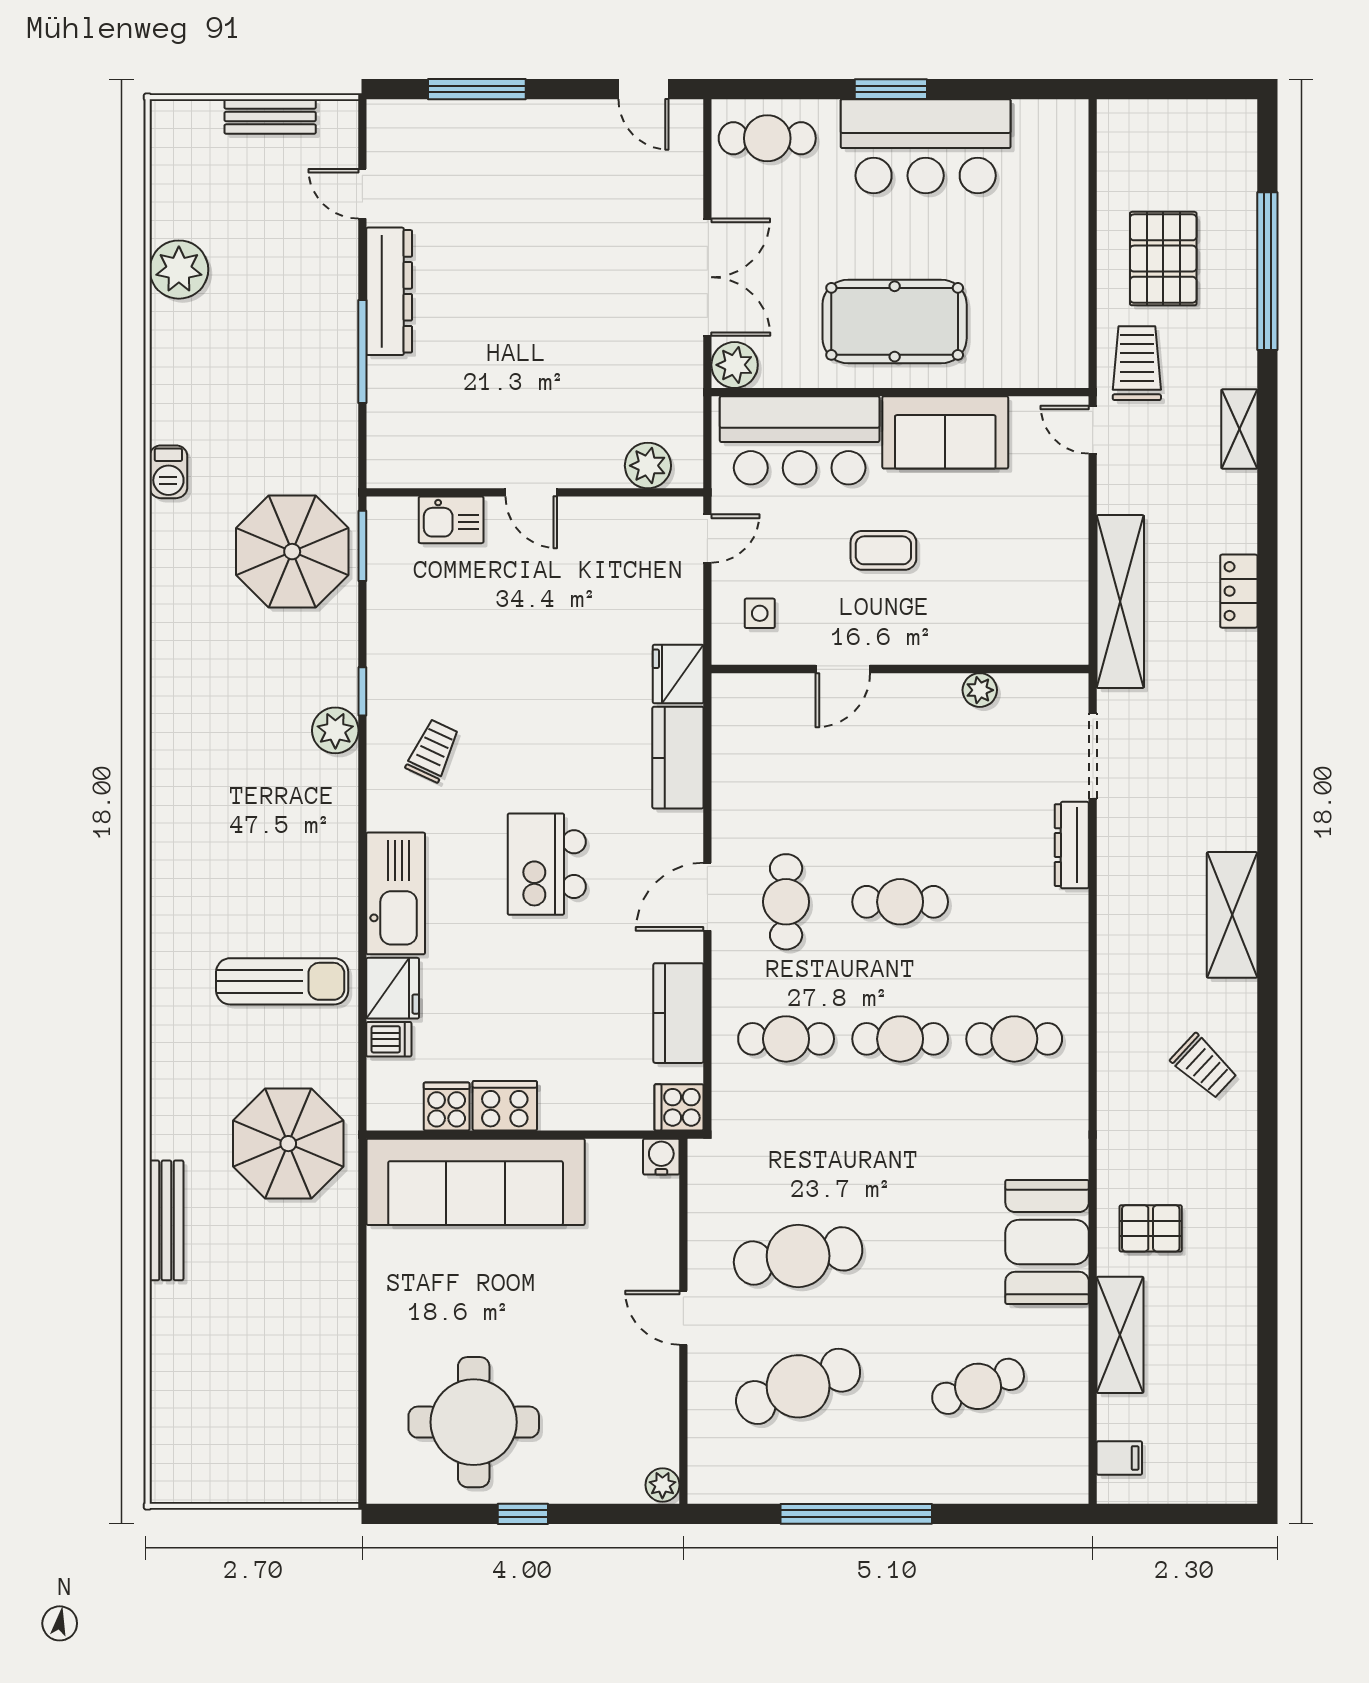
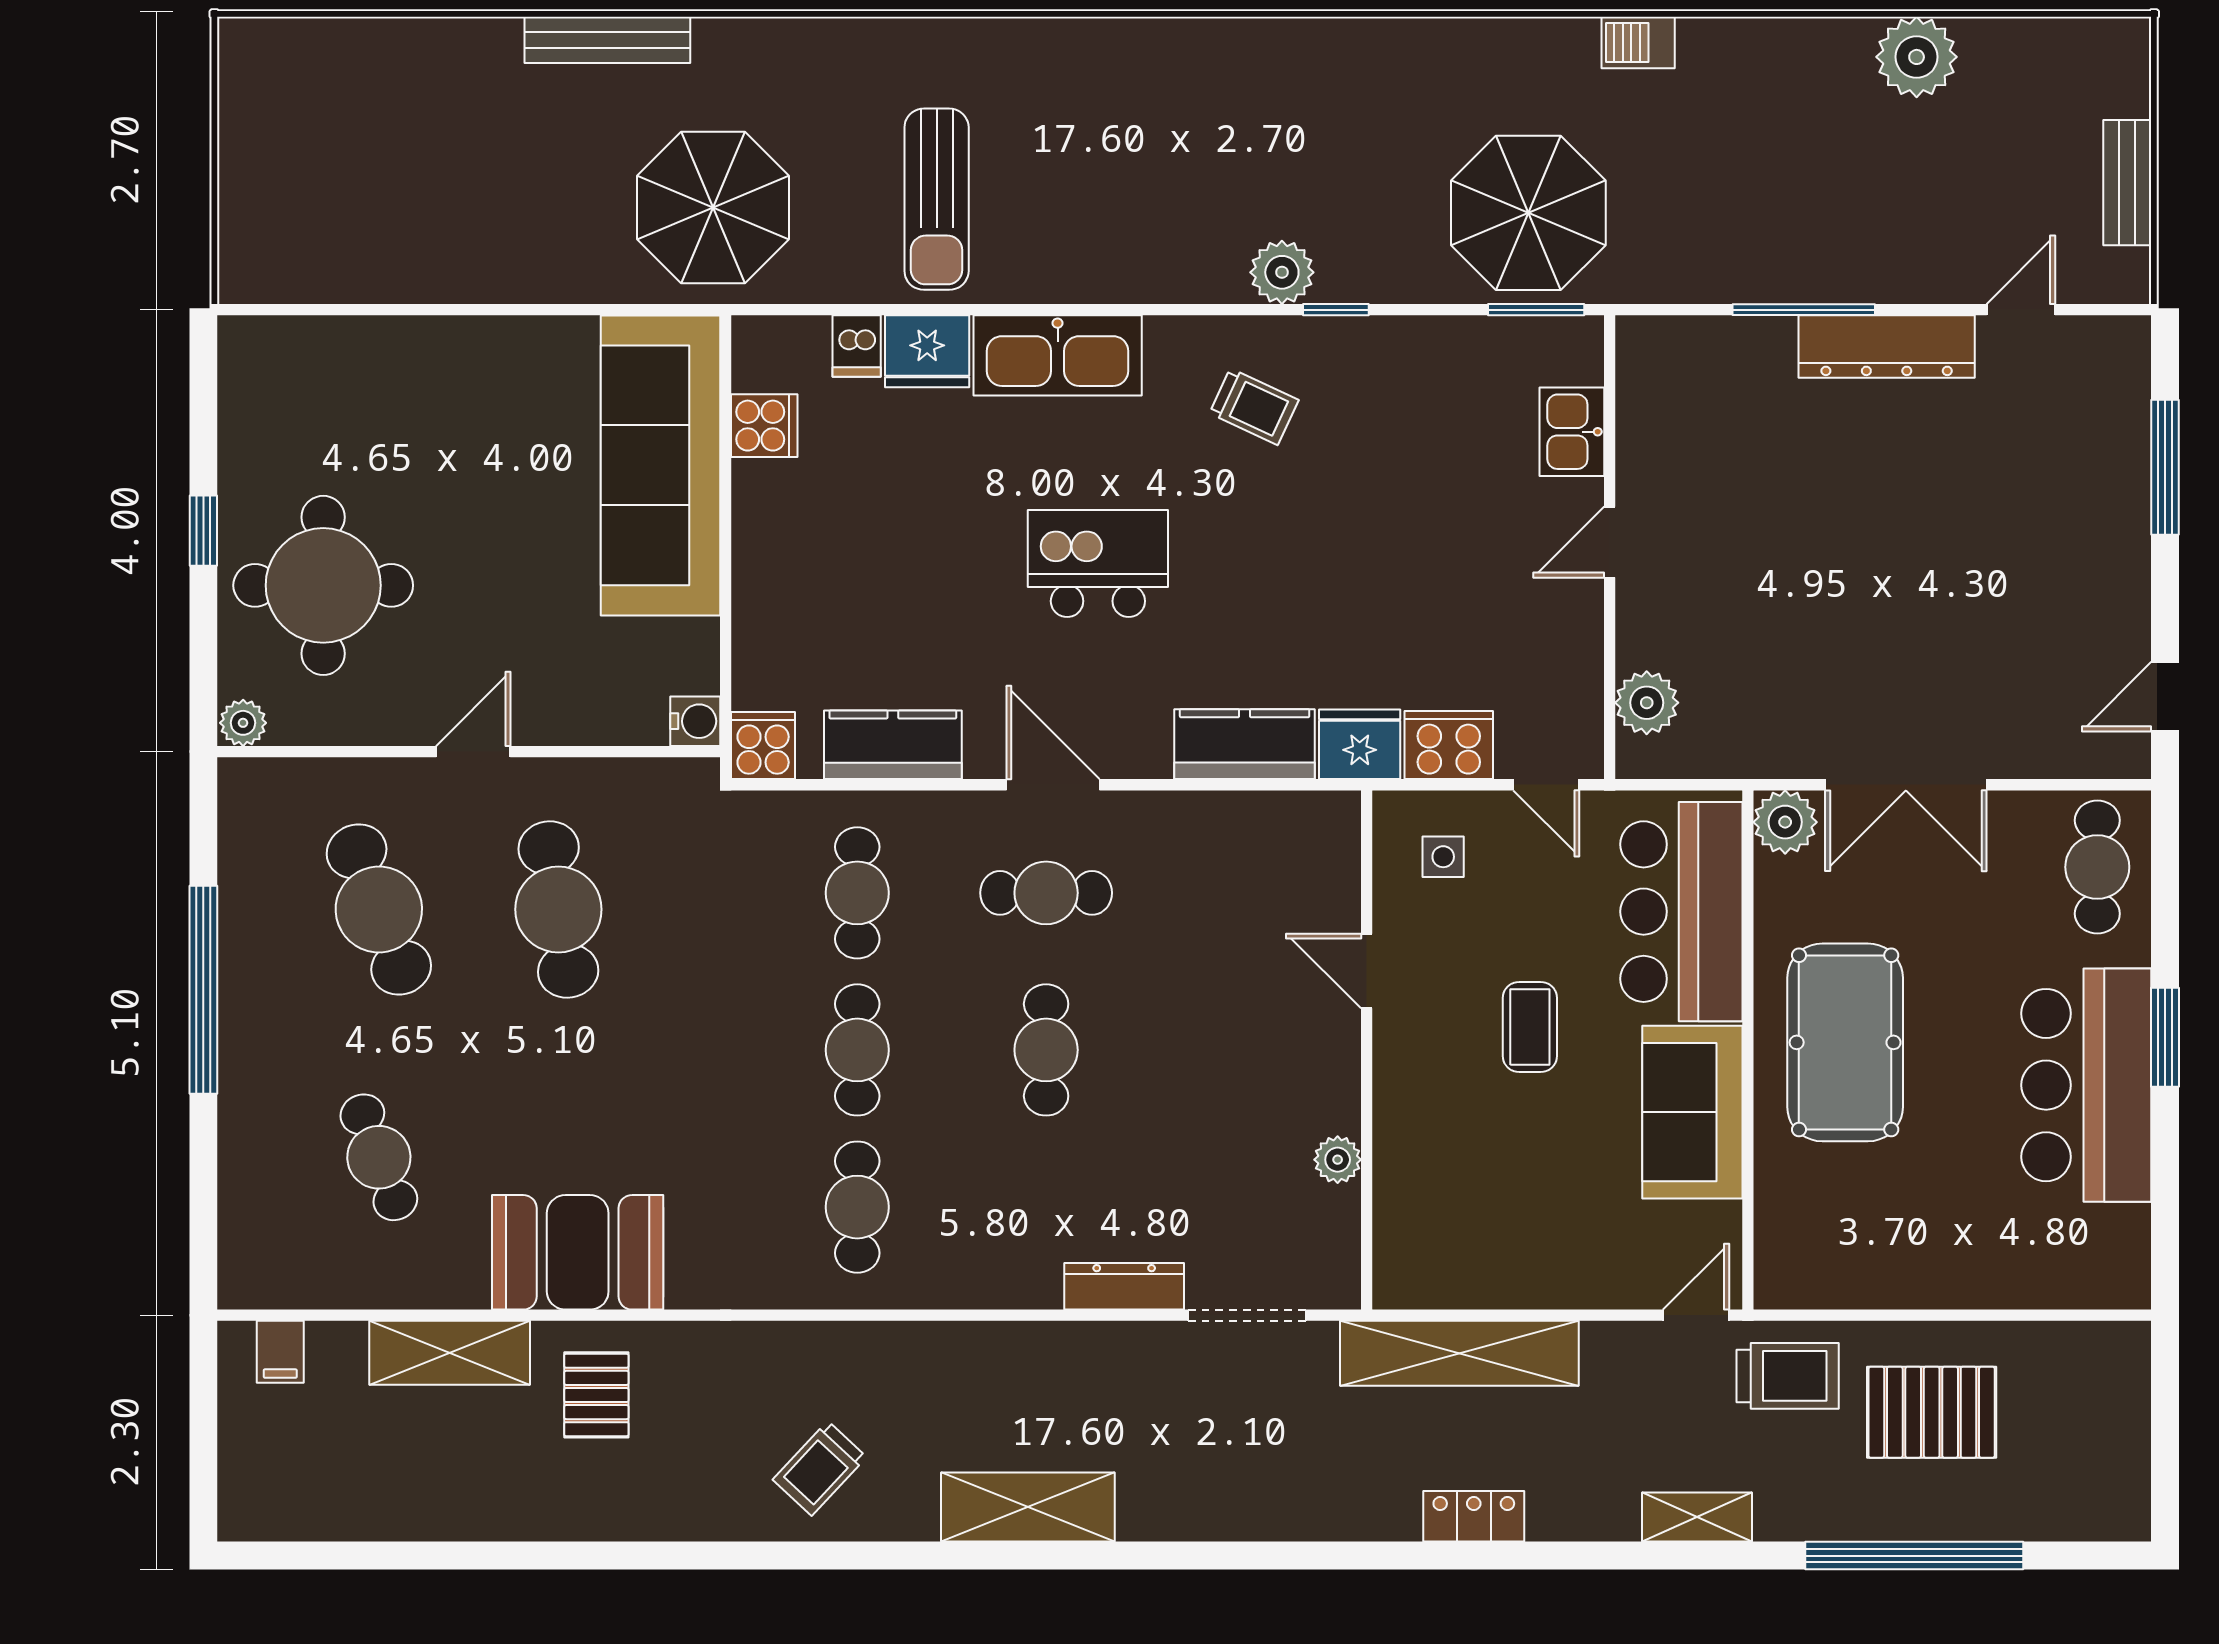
cooker: (505, 1106) -> (1449, 745), moved, turned -90
round table: (474, 1422) -> (323, 585), moved

